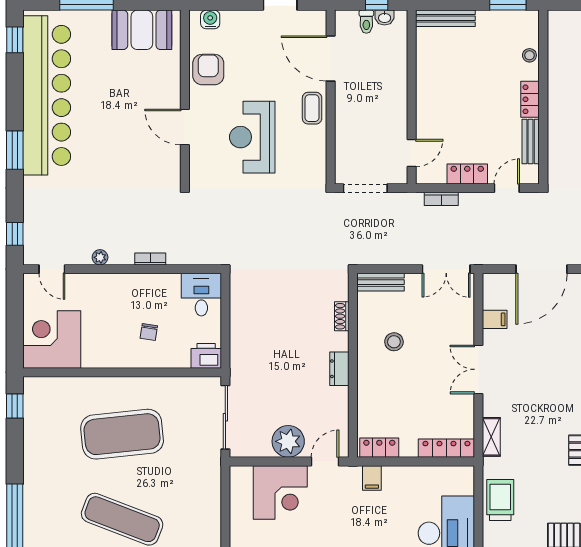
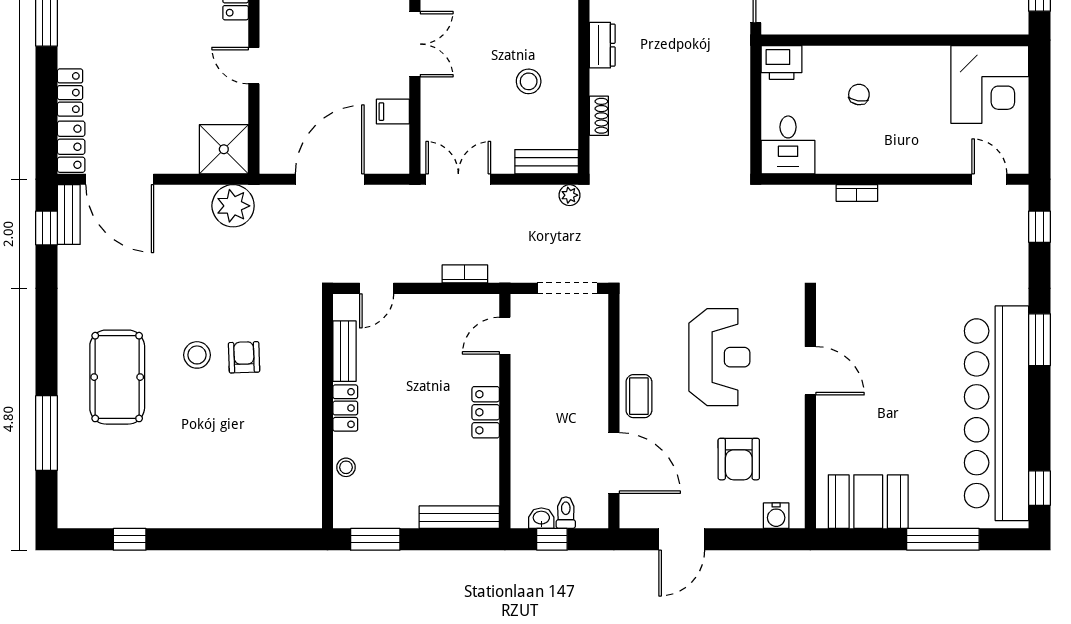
armchair: (208, 70) -> (739, 459), moved
locker: (467, 174) -> (486, 412), moved, turned 90
plant: (100, 257) -> (570, 195), moved

